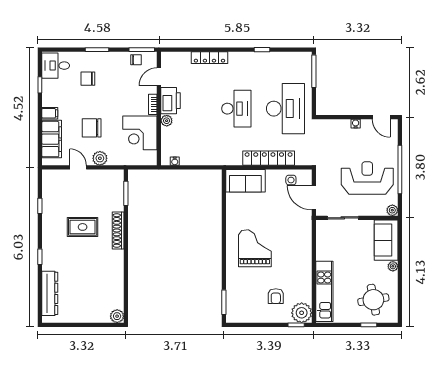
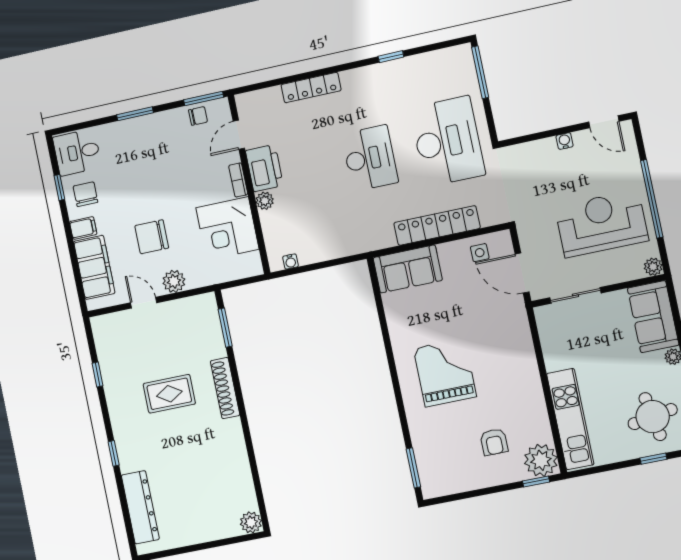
chair: (88, 79) -> (85, 194), moved, turned 90

